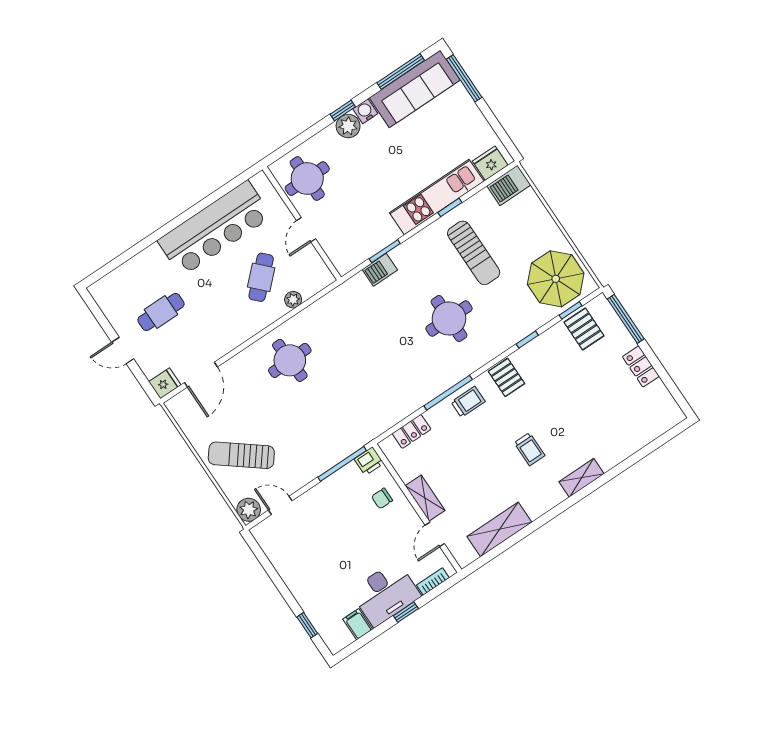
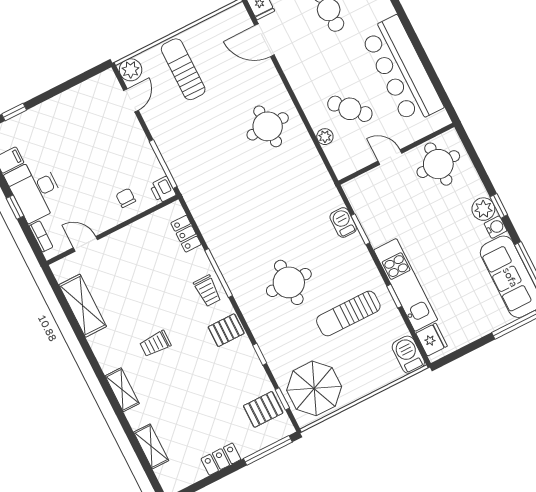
sun lounger: (241, 455) -> (183, 69), turned -38
shelving: (425, 498) -> (151, 446), moved, turned 90

